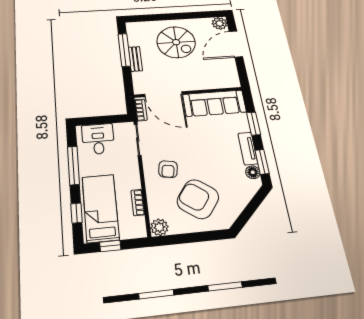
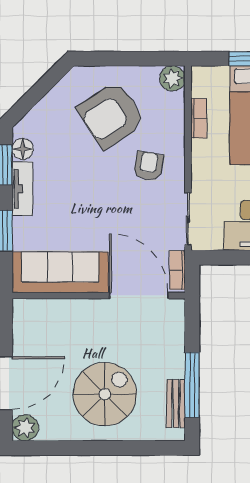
spiral stairs: (176, 42) -> (105, 394), turned 90
bench: (135, 59) -> (176, 404), moved
armchair: (198, 199) -> (111, 115), turned 111

